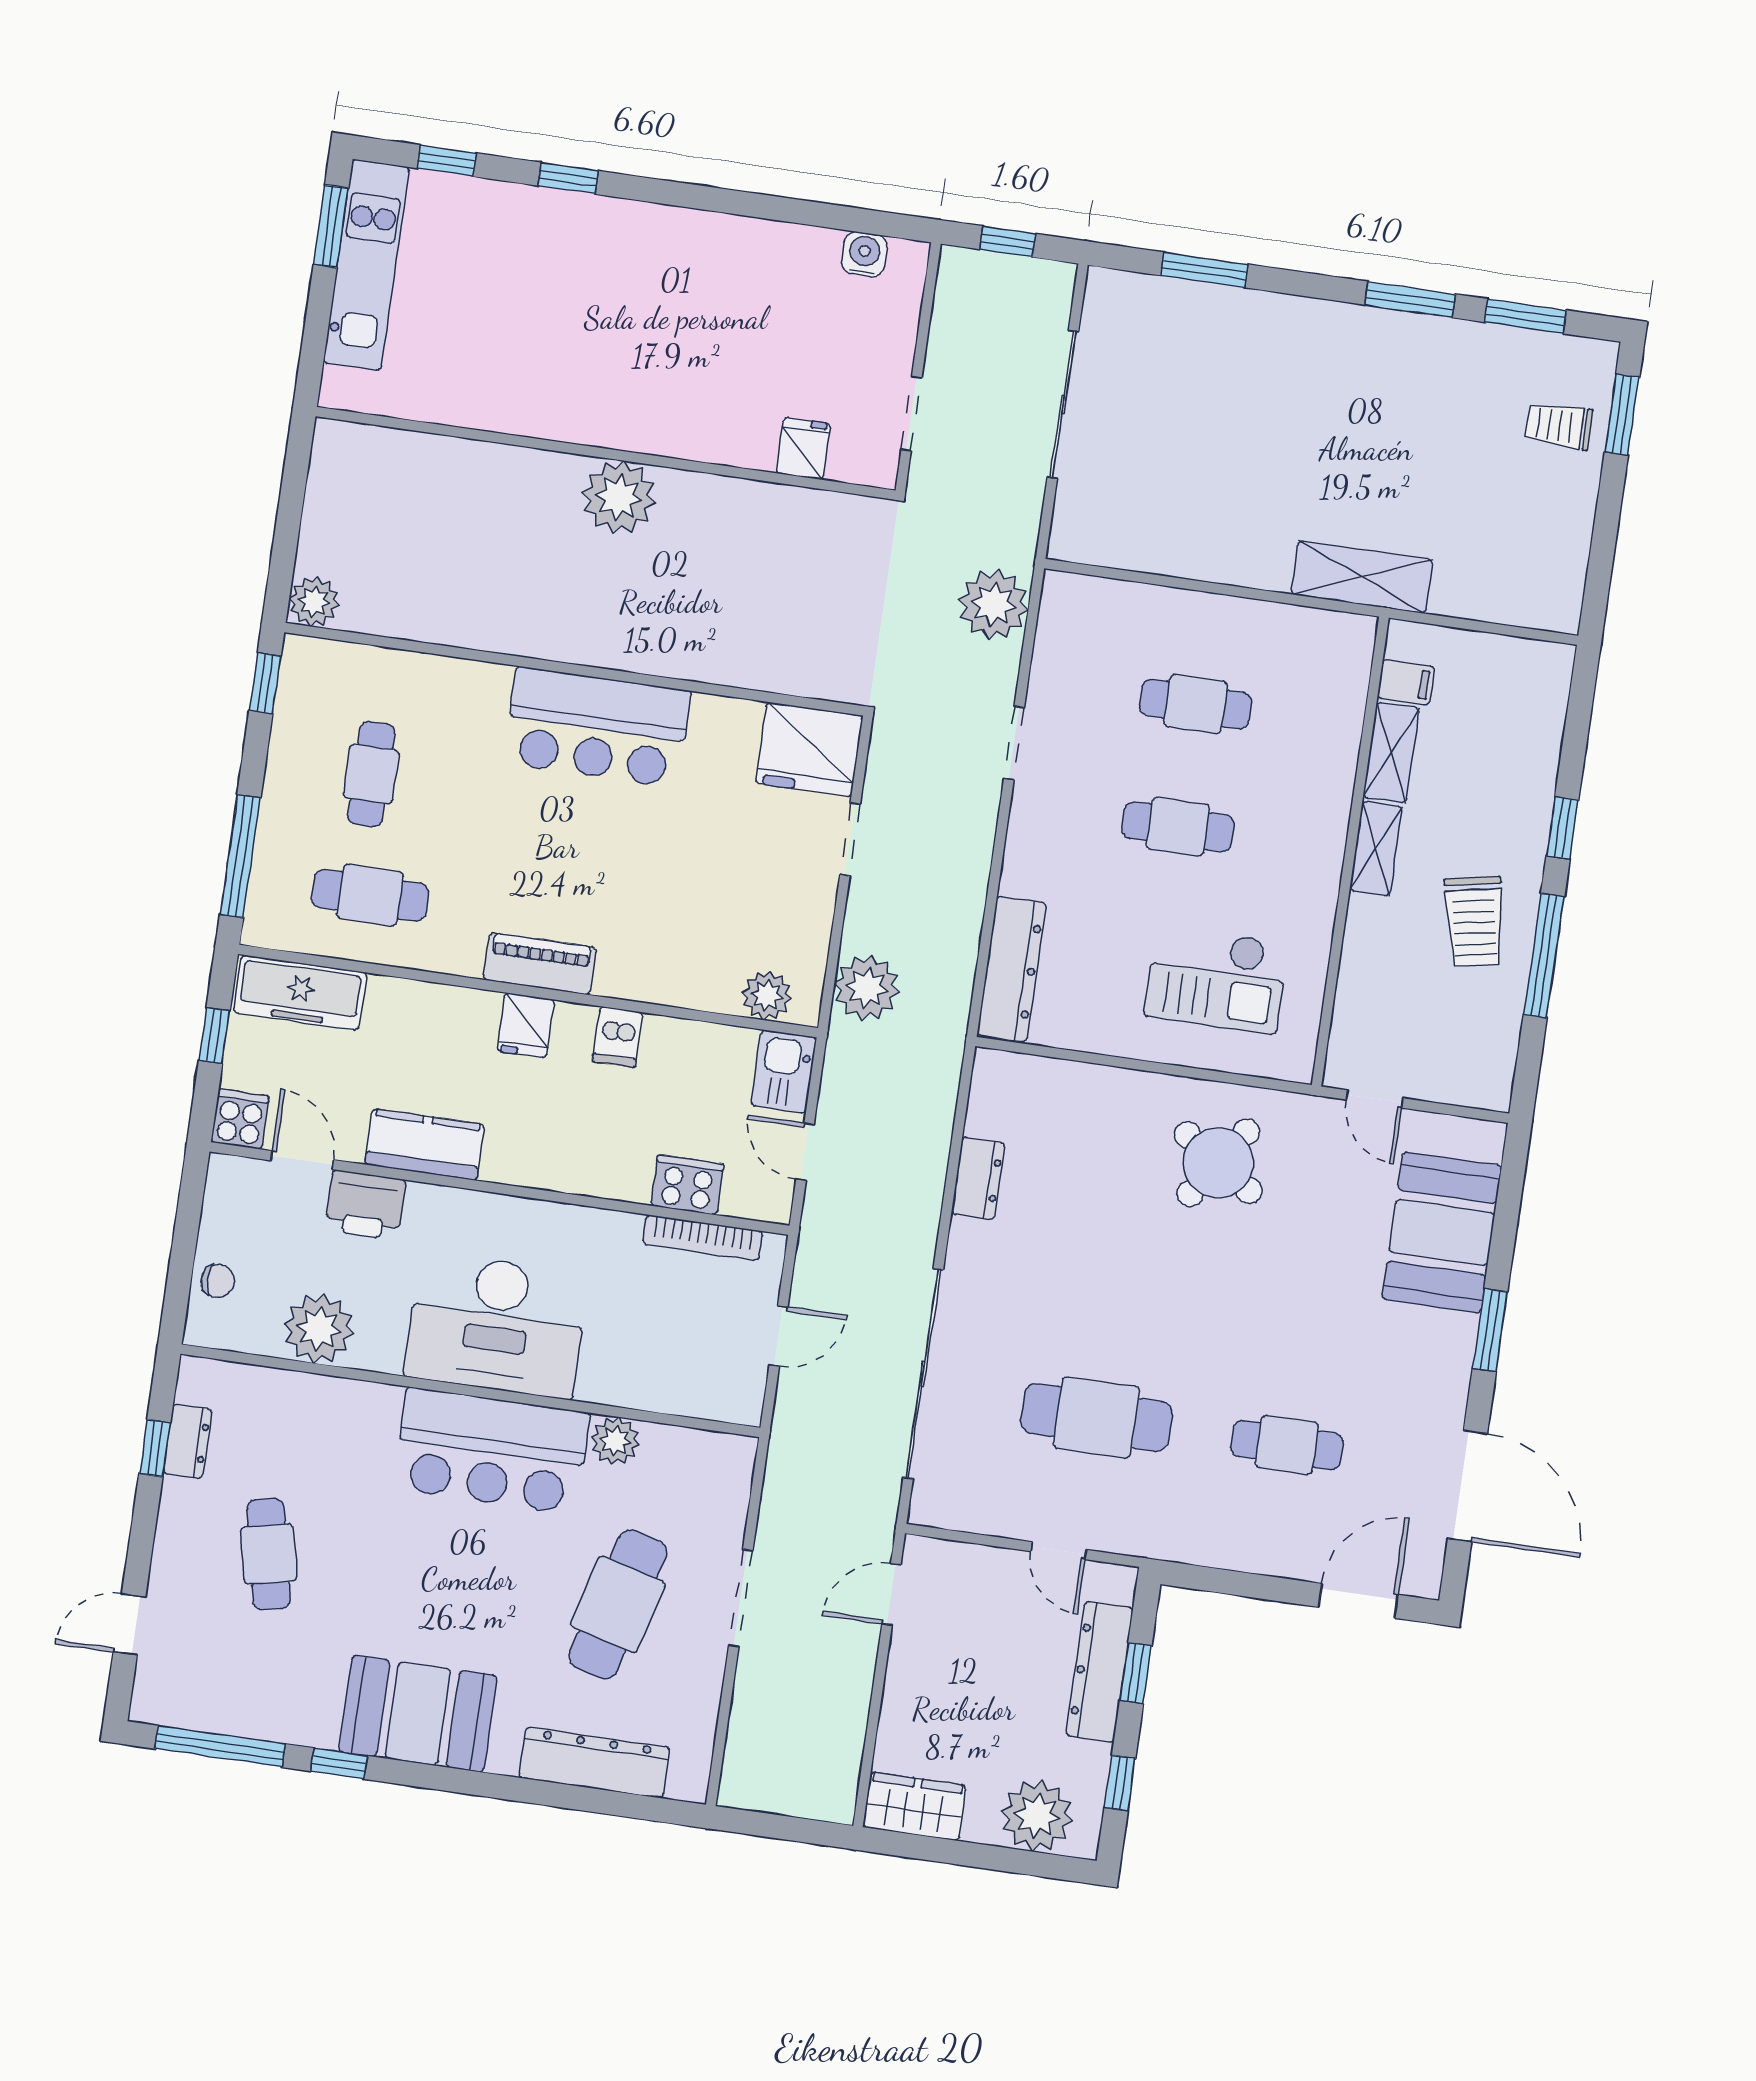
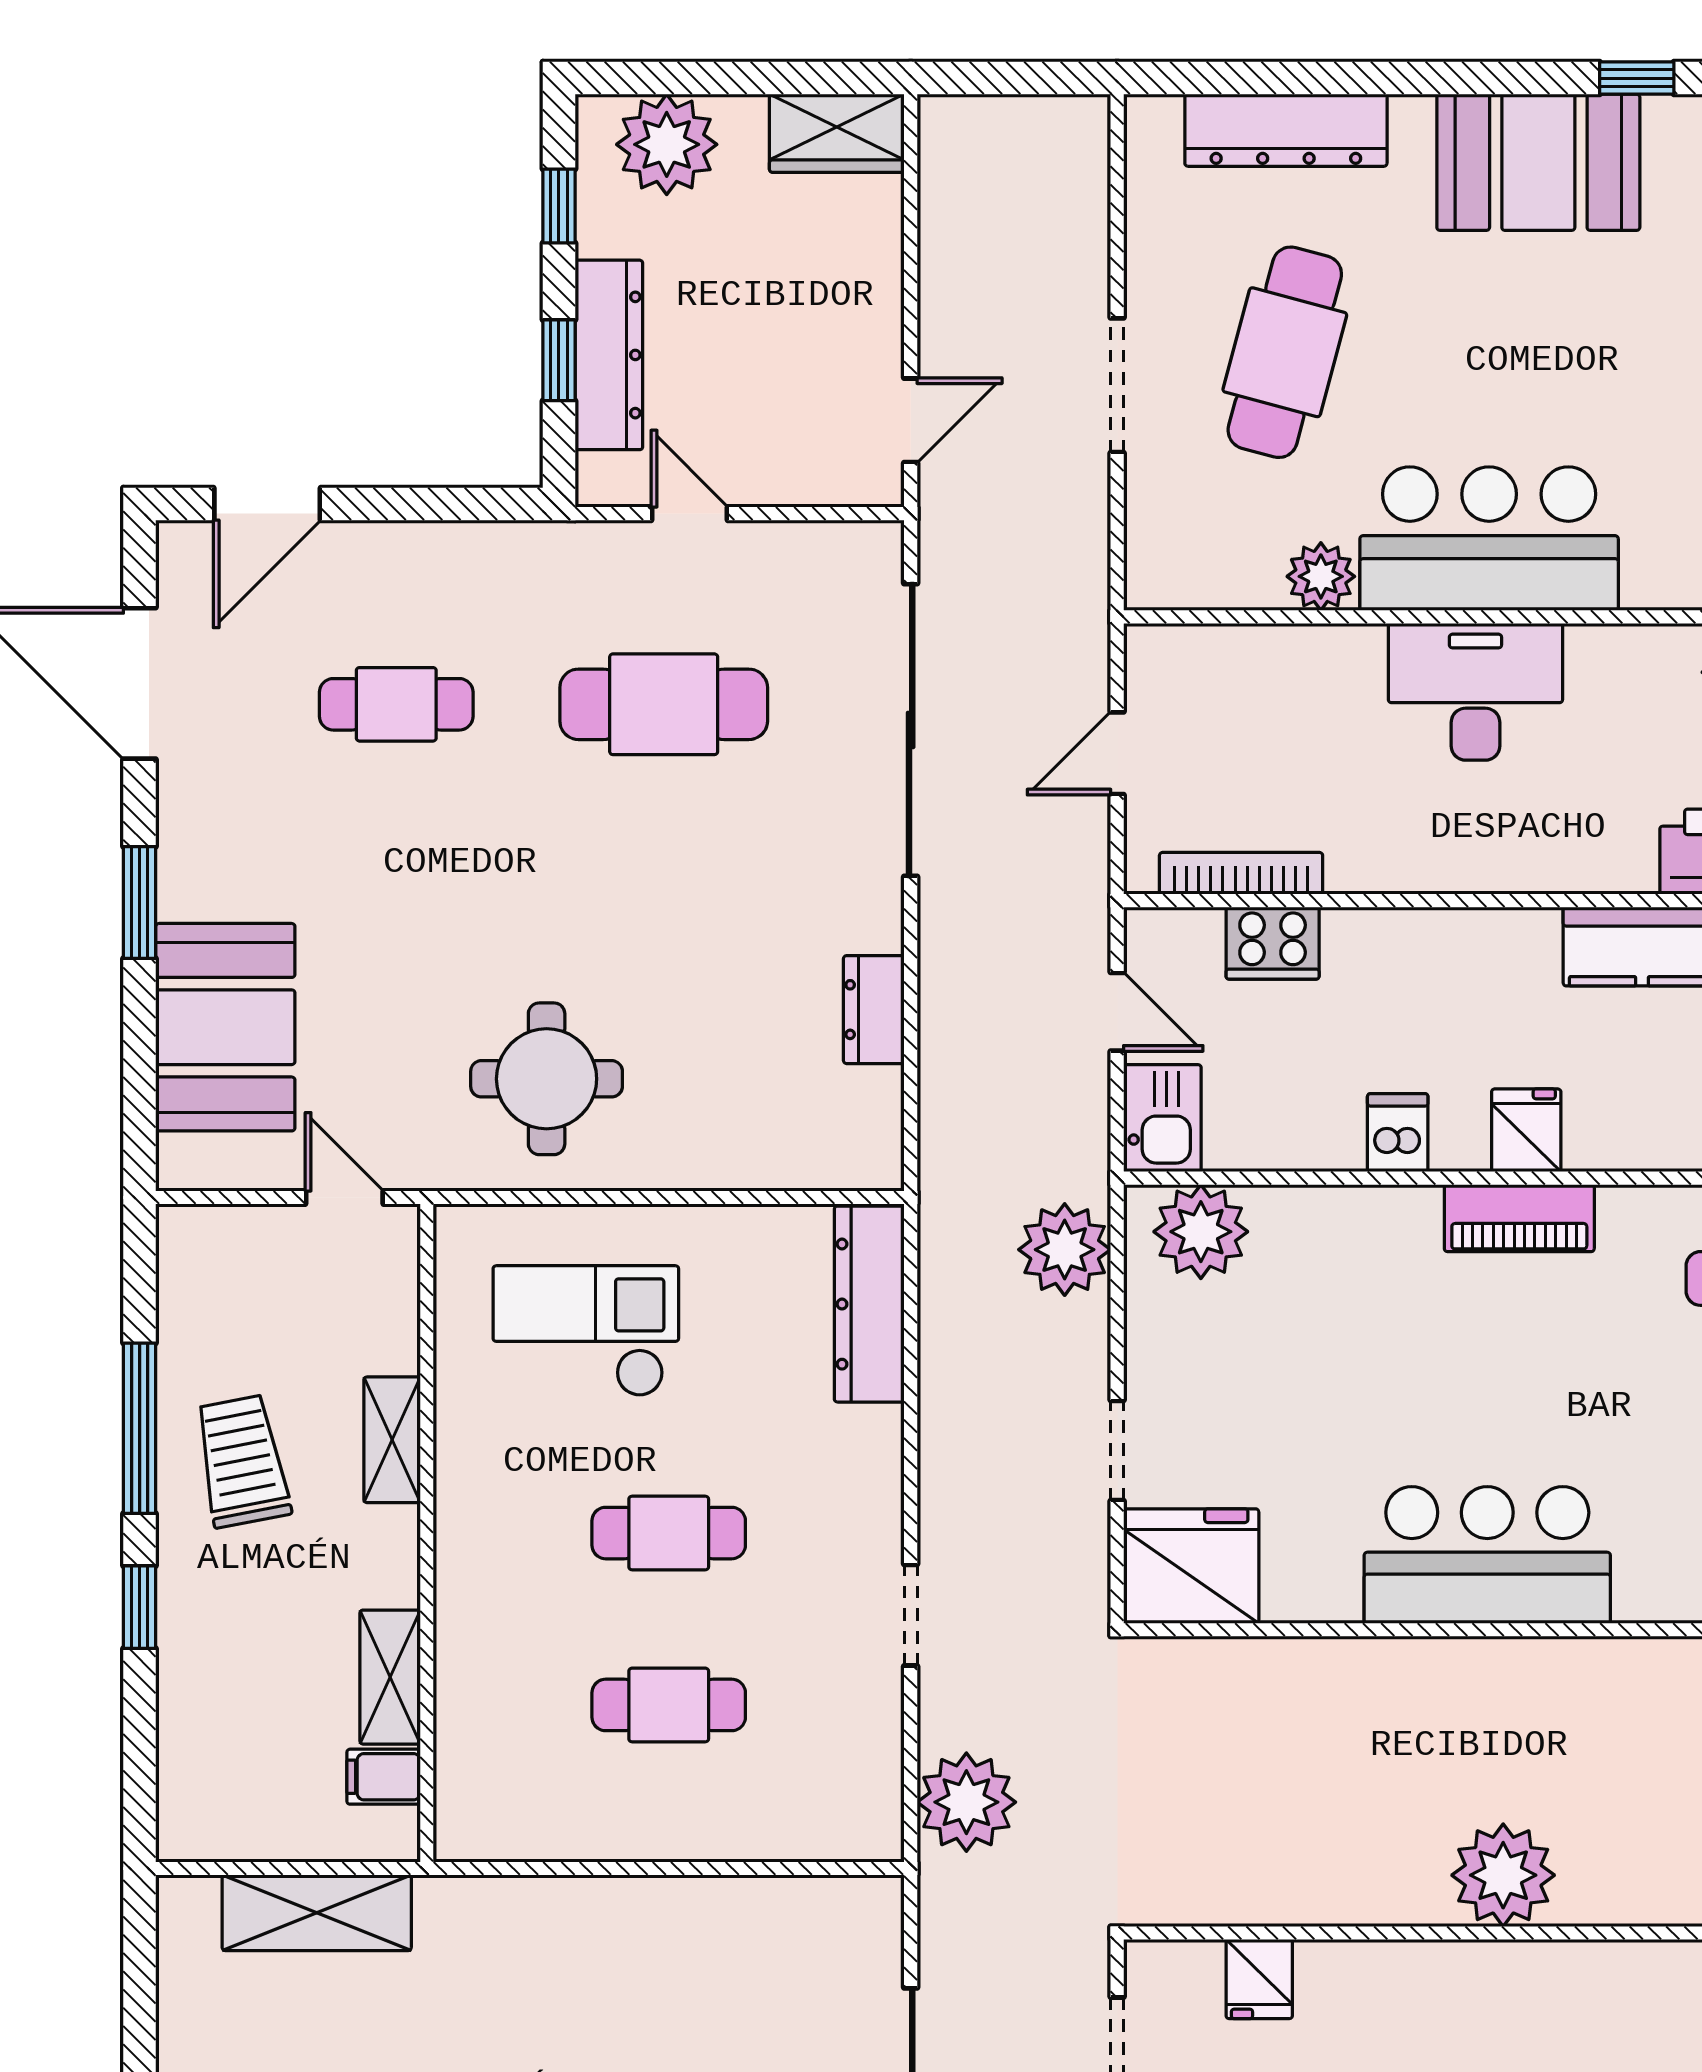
shelving: (1362, 577) -> (317, 1913), moved
shelving: (1376, 849) -> (392, 1440), moved
plant: (767, 996) -> (1201, 1232), width x1.36, depth x1.36
round table: (1218, 1163) -> (547, 1079), turned -34
desk: (496, 1325) -> (1475, 692), width x0.73, depth x0.77

